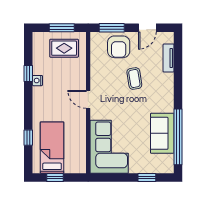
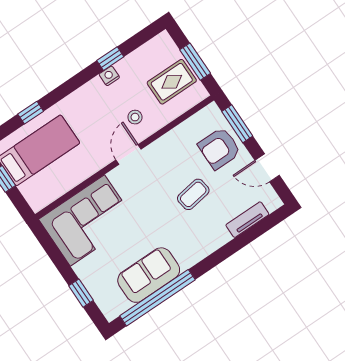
rug: (64, 48) -> (172, 82), turned 90
stool: (70, 82) -> (135, 117), added

